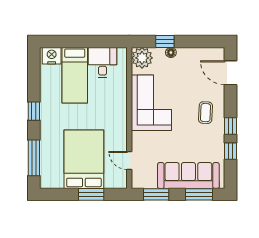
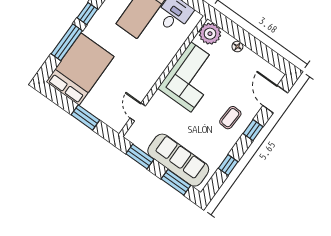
window: (165, 41) -> (239, 34), removed
window: (231, 126) -> (253, 130), moved
window: (34, 158) -> (67, 42), moved
bed: (84, 159) -> (80, 69), moved

